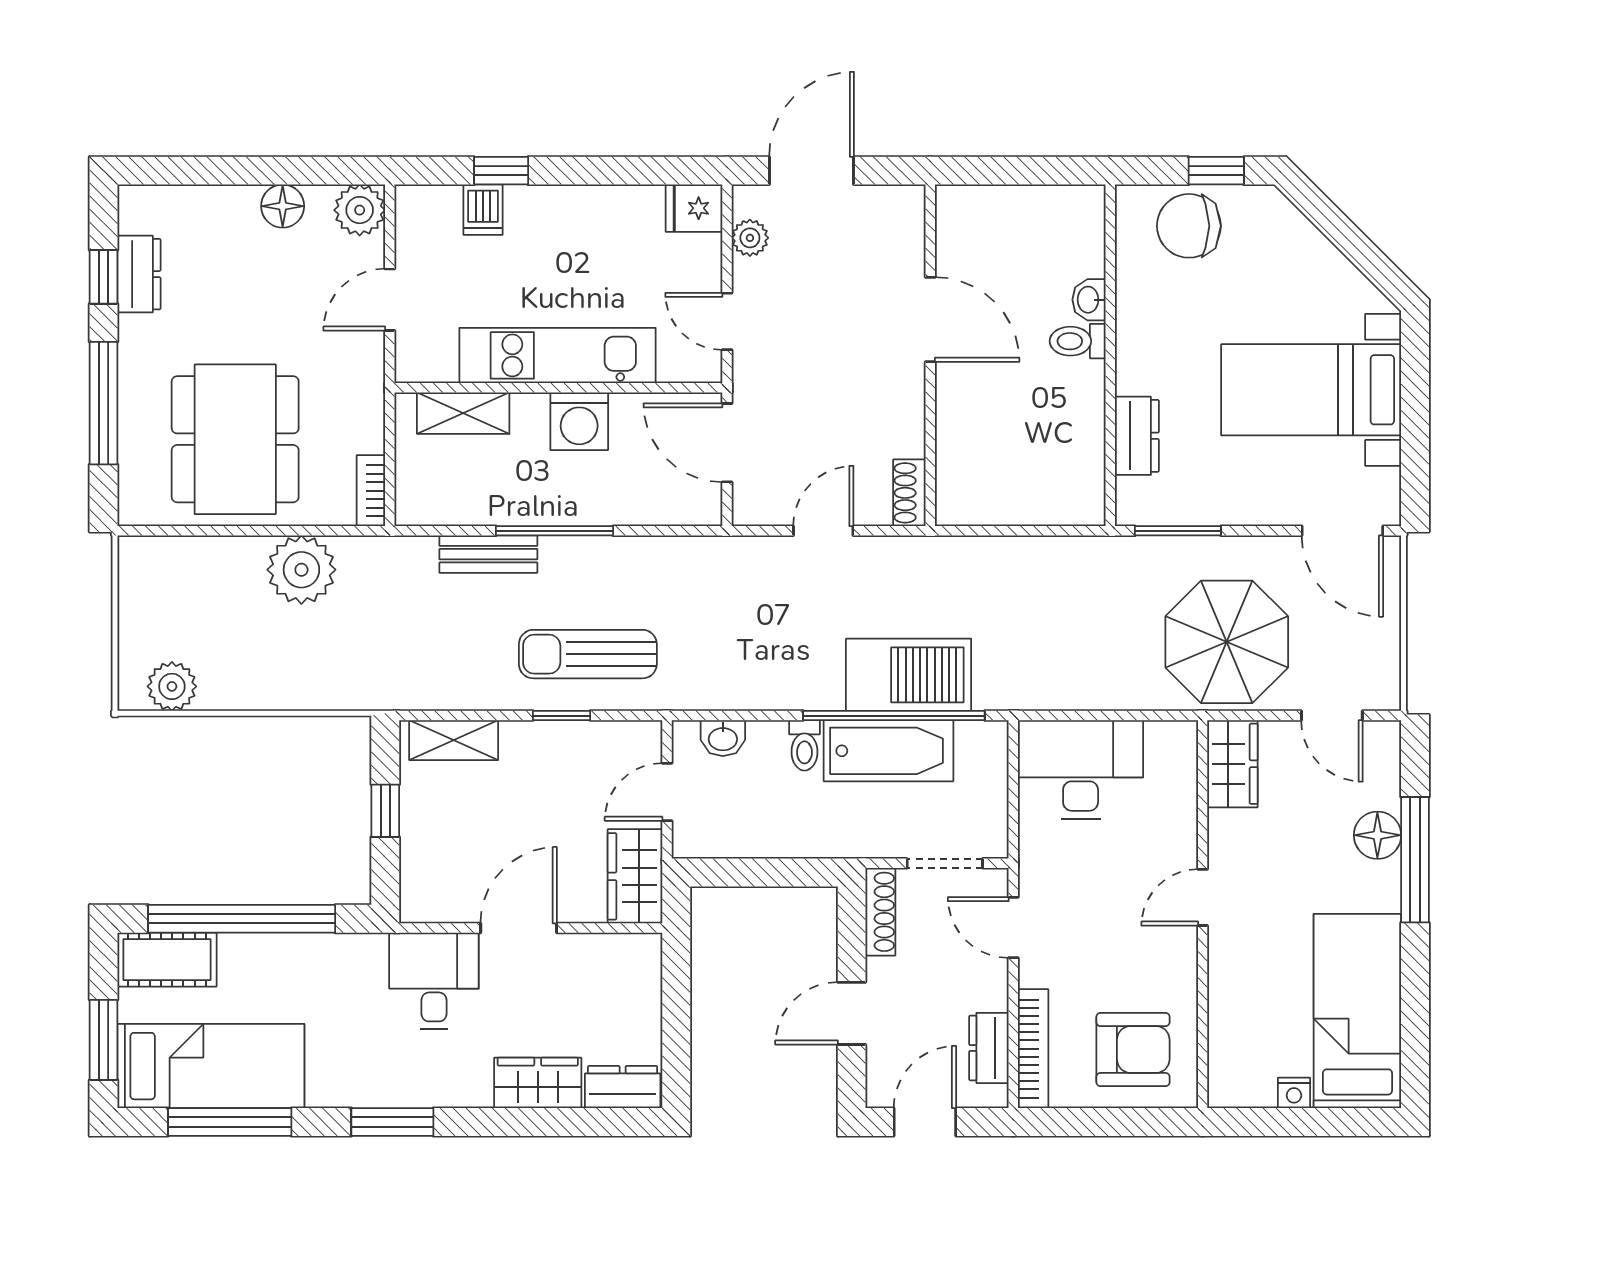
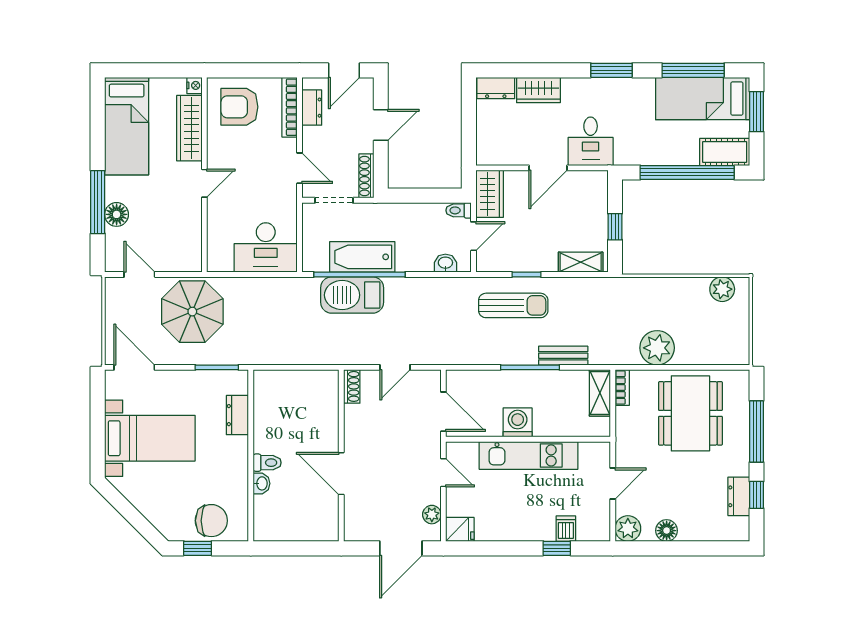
shelving: (463, 413) -> (600, 393), moved, turned 90
toilet: (804, 745) -> (459, 210), moved, turned -90
wardrobe: (1232, 764) -> (189, 128), moved, width x1.50
nightstand: (1294, 1093) -> (194, 85), moved, turned 90

